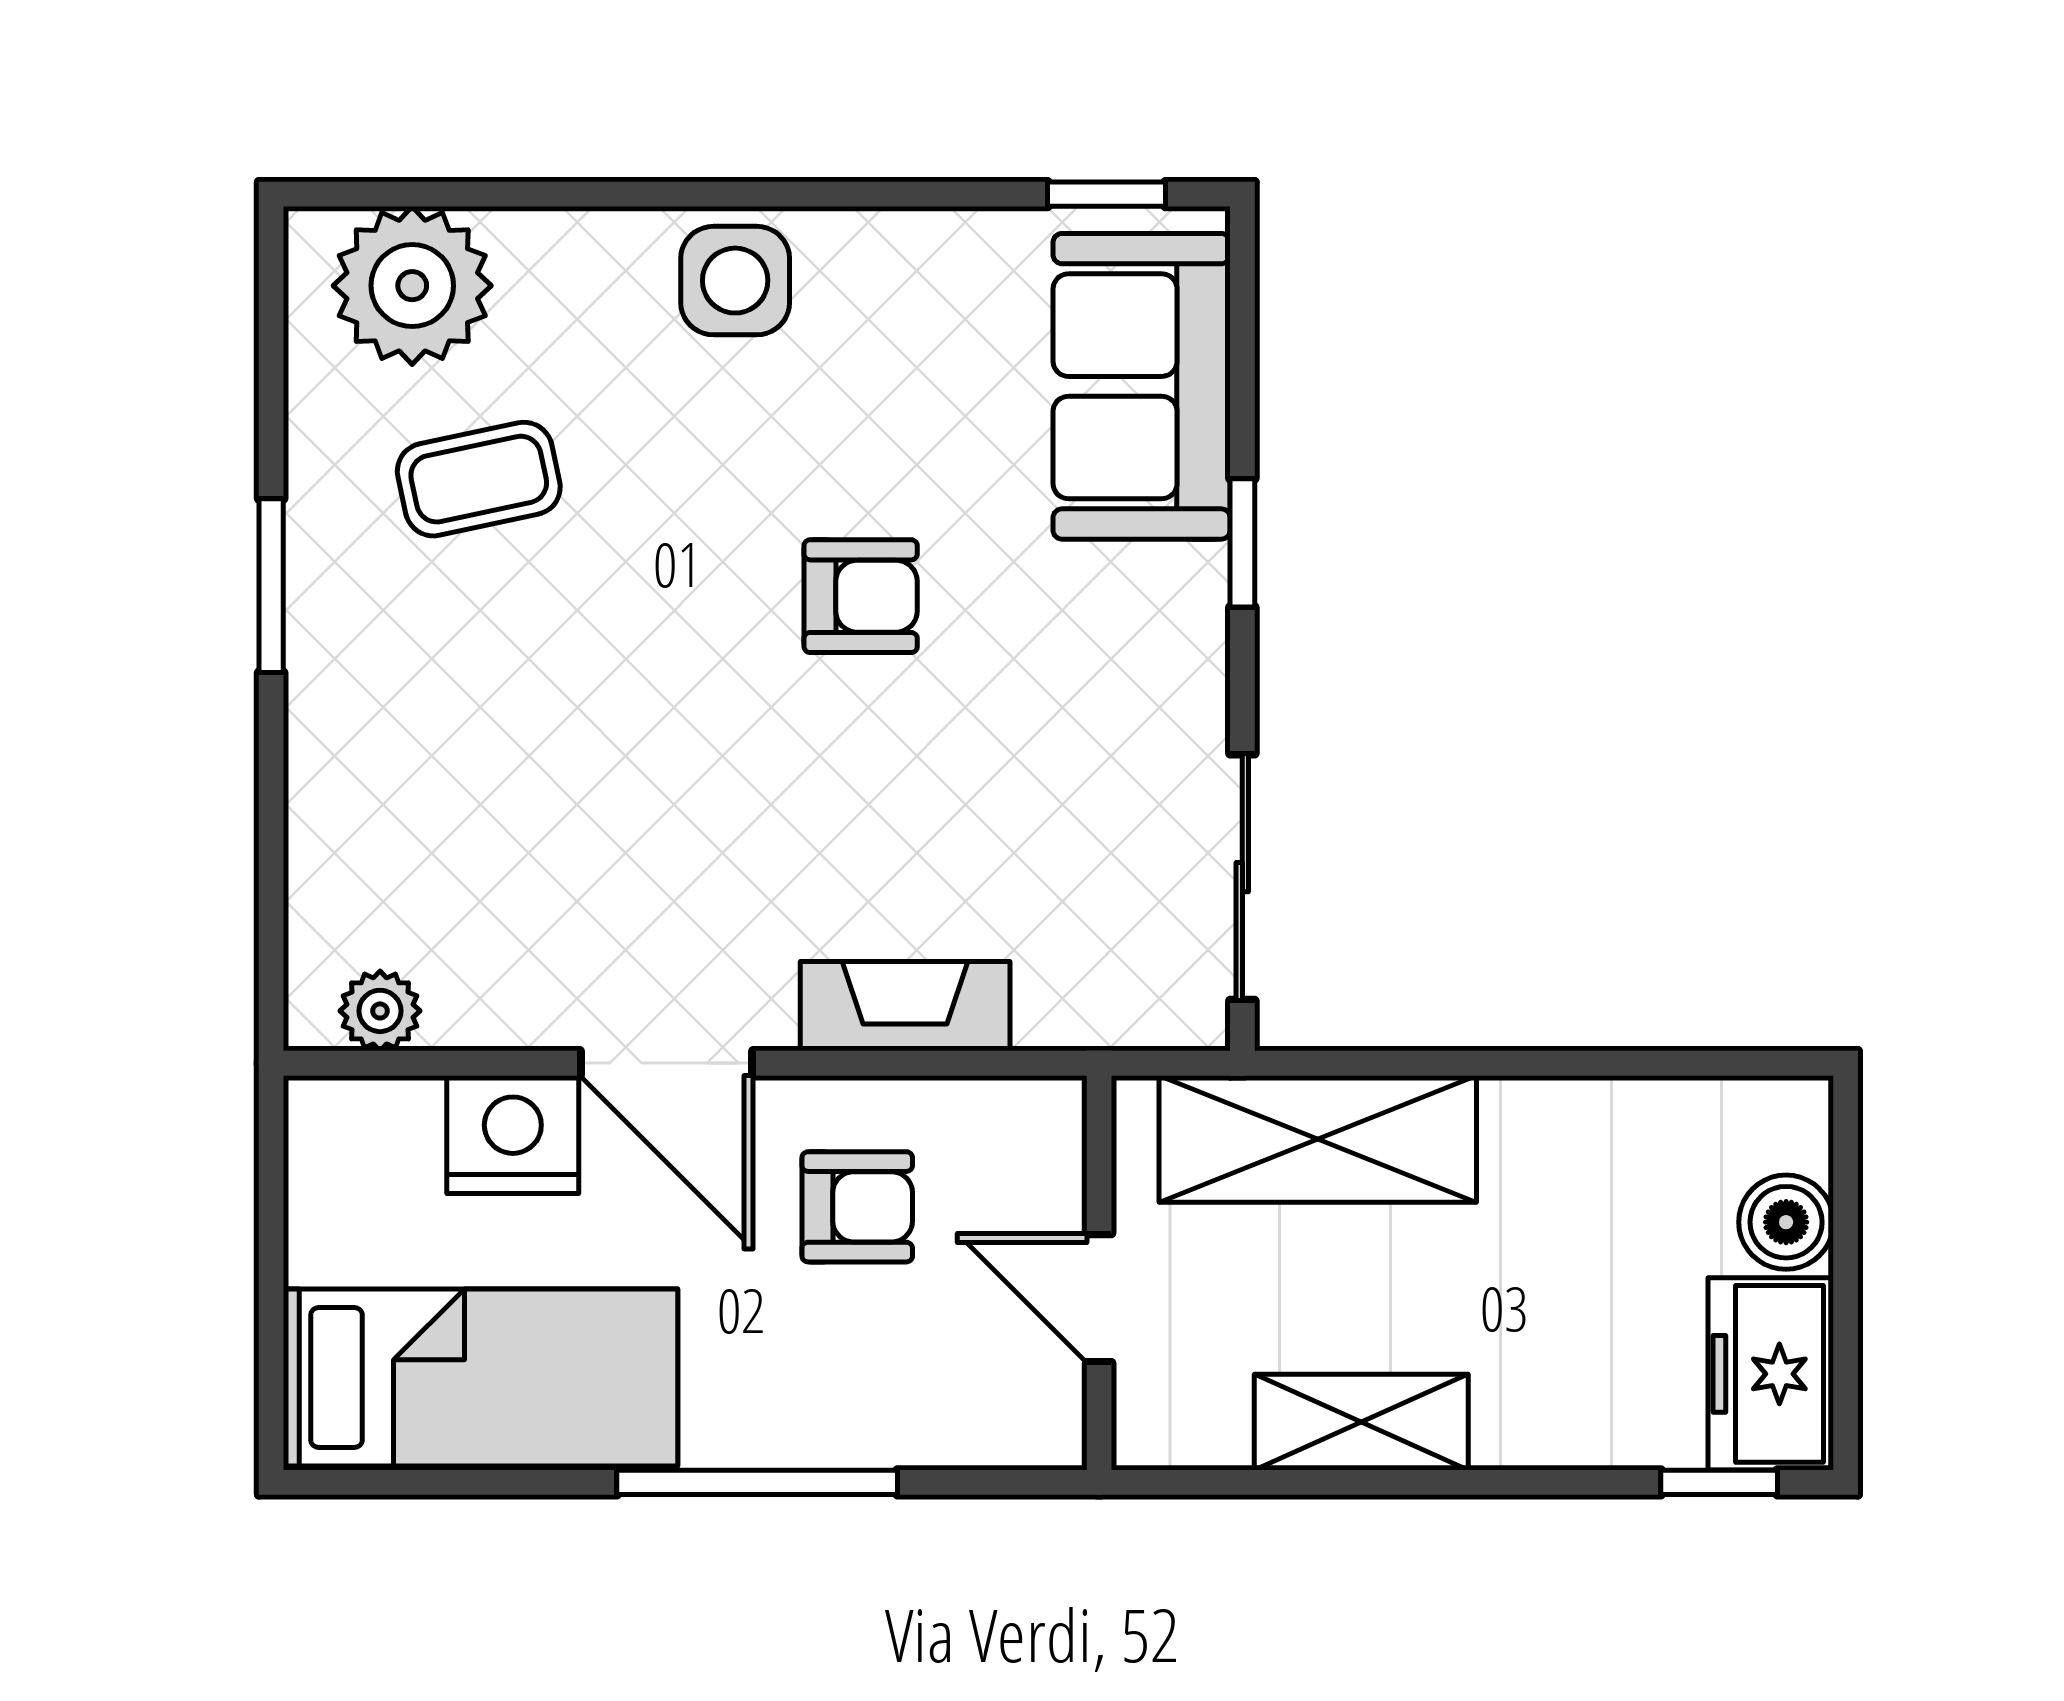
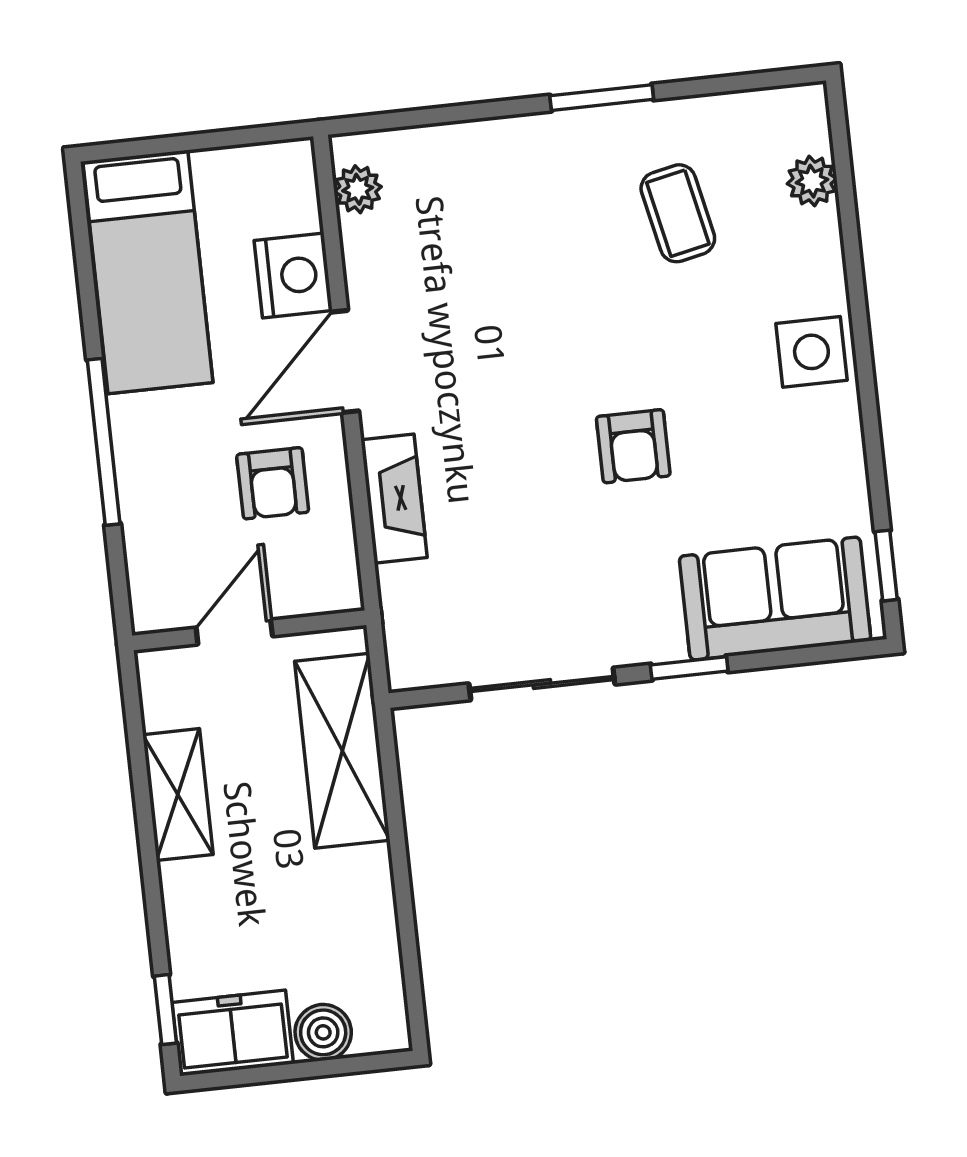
plant: (412, 286) -> (812, 181), width x0.53, depth x0.53
sliding door: (1242, 877) -> (542, 684), moved

